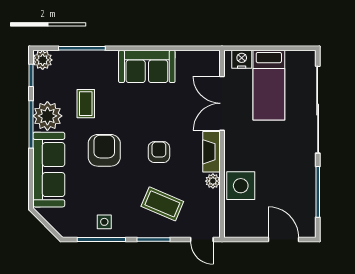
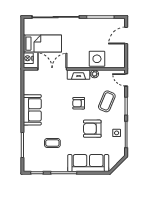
plant: (43, 60) -> (29, 166), removed
double door: (222, 103) -> (52, 69), swing flipped
plant: (47, 116) -> (59, 164), removed
armchair: (104, 150) -> (92, 129), moved
door: (202, 239) -> (126, 80), swing flipped

